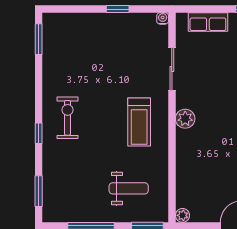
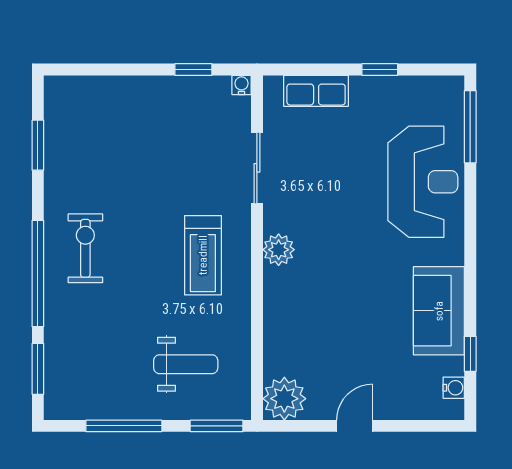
window: (118, 9) -> (193, 70), moved
window: (39, 39) -> (38, 145), moved
window: (39, 133) -> (38, 274), width x3.17
plant: (183, 215) -> (284, 399), width x1.88, depth x1.88

